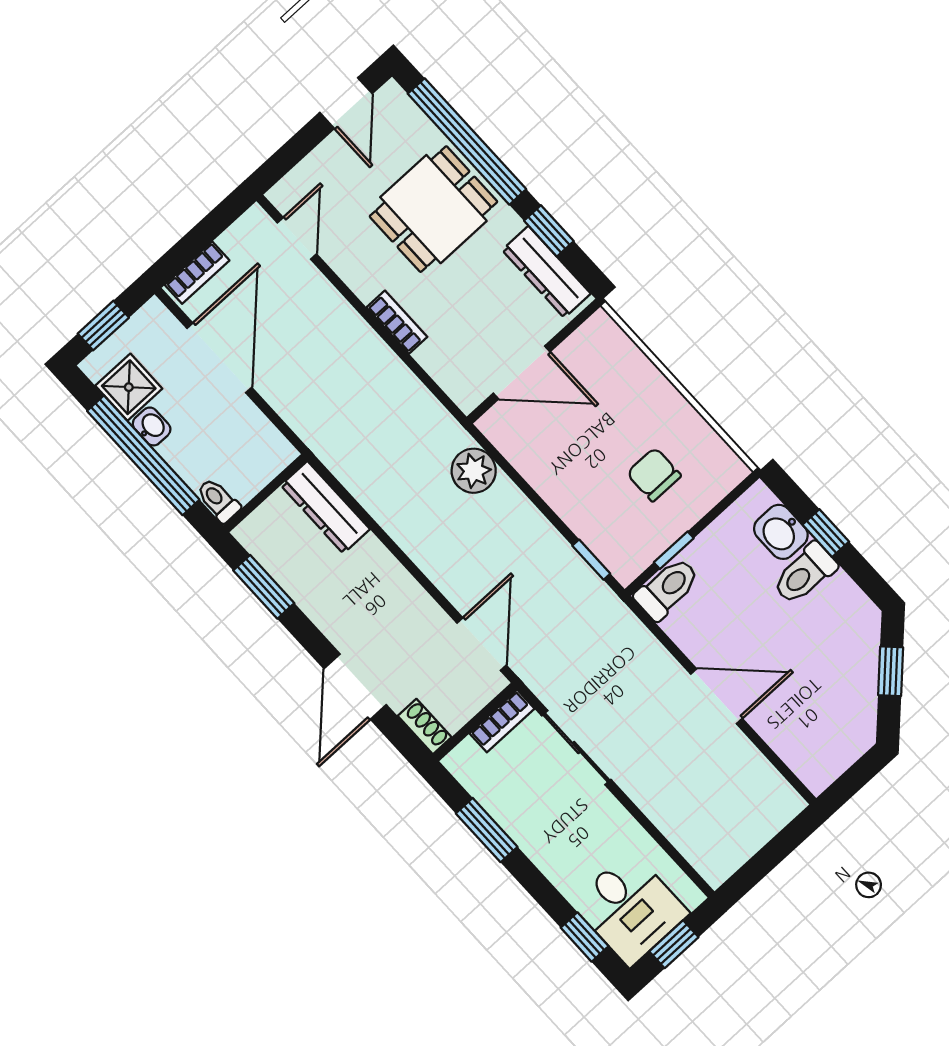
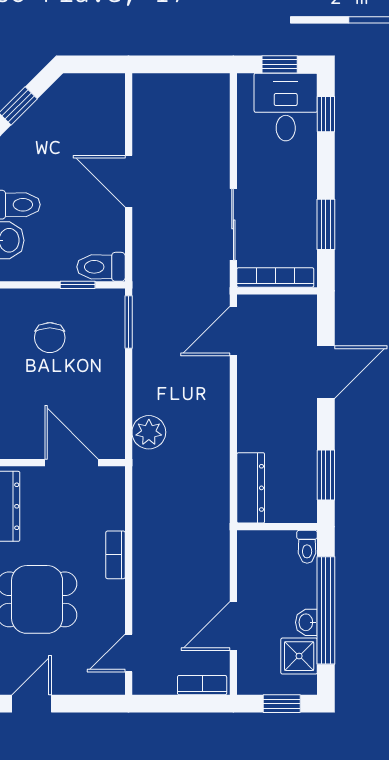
door: (219, 358) -> (233, 626), width x0.73
window: (591, 560) -> (129, 322), width x1.50
bookcase: (502, 721) -> (275, 277), width x1.56
shoe rack: (425, 727) -> (308, 314), removed

